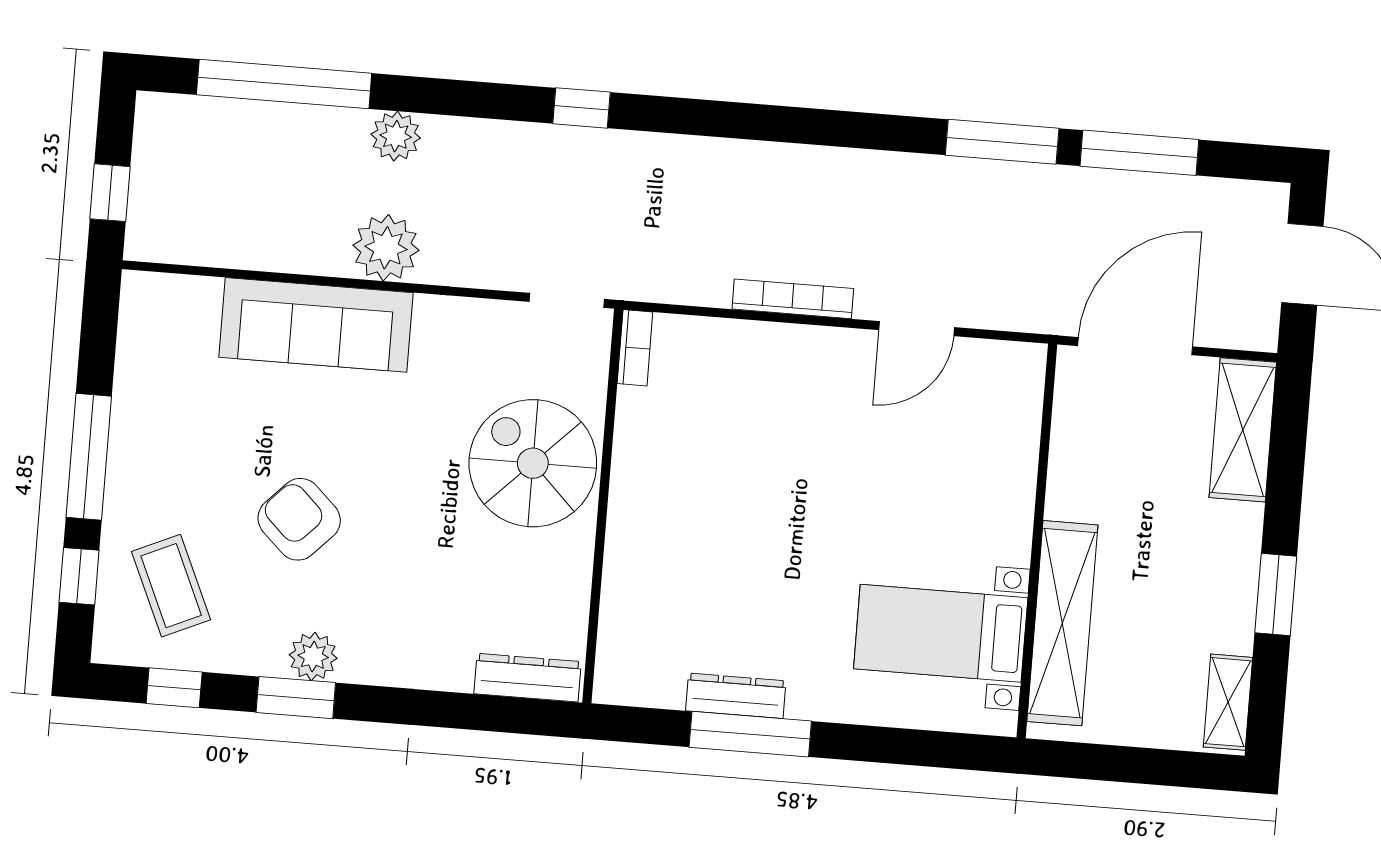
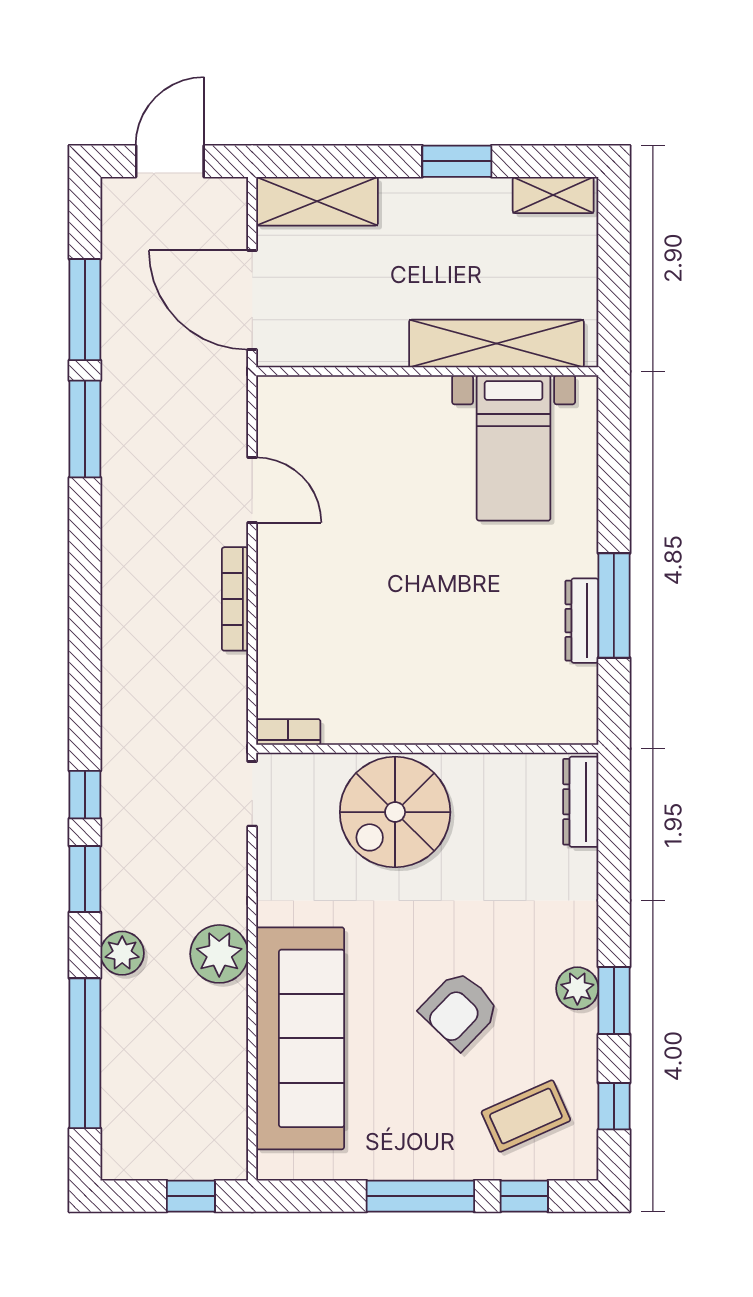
window: (485, 100) -> (85, 879), added
sofa: (316, 325) -> (300, 1038), width x1.36, depth x1.27

